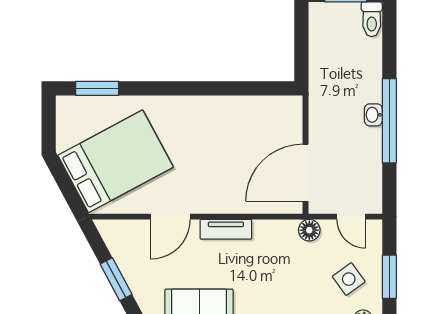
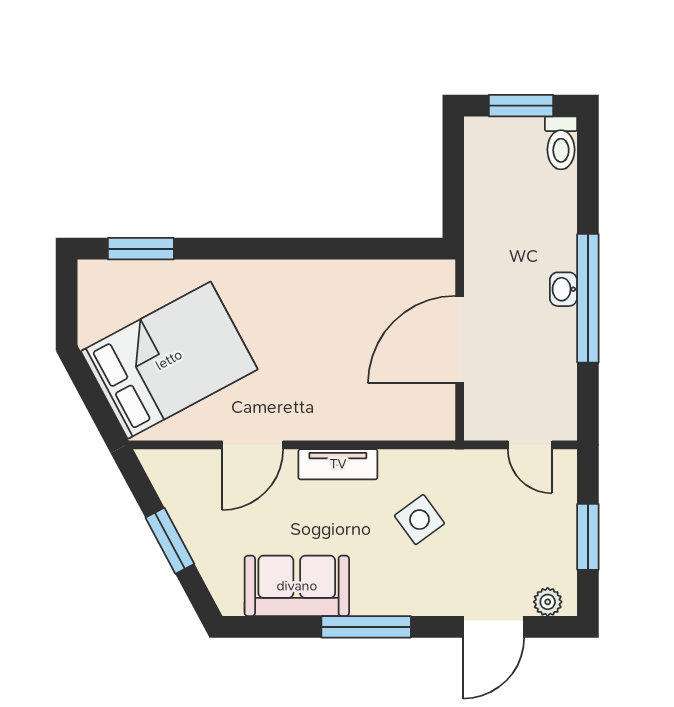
door: (306, 173) -> (460, 340), moved
floor lamp: (309, 230) -> (465, 466), removed
side table: (349, 279) -> (419, 520), moved

